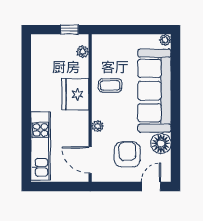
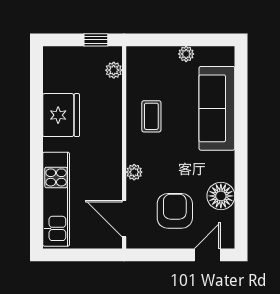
plant: (165, 40) -> (186, 54), moved
coffee table: (110, 85) -> (151, 116), turned 90
sofa: (154, 91) -> (217, 108), width x0.74, depth x0.79
fridge: (75, 94) -> (61, 115), moved, turned 180

